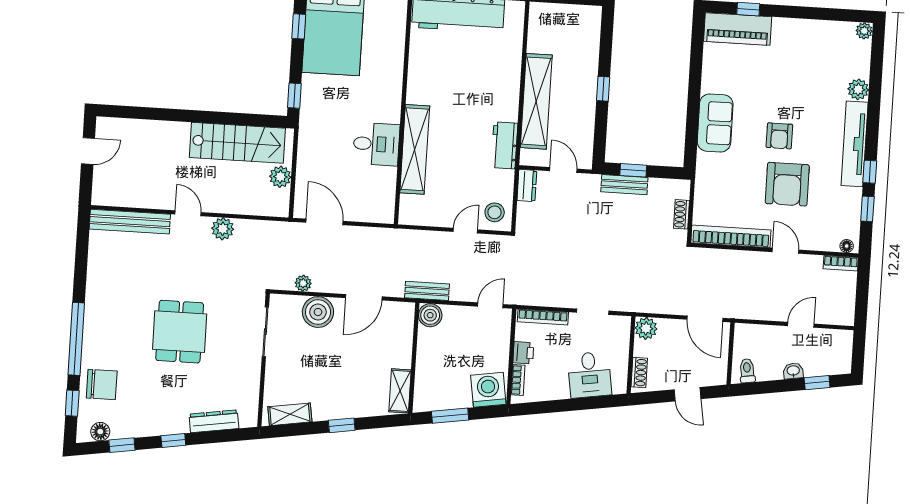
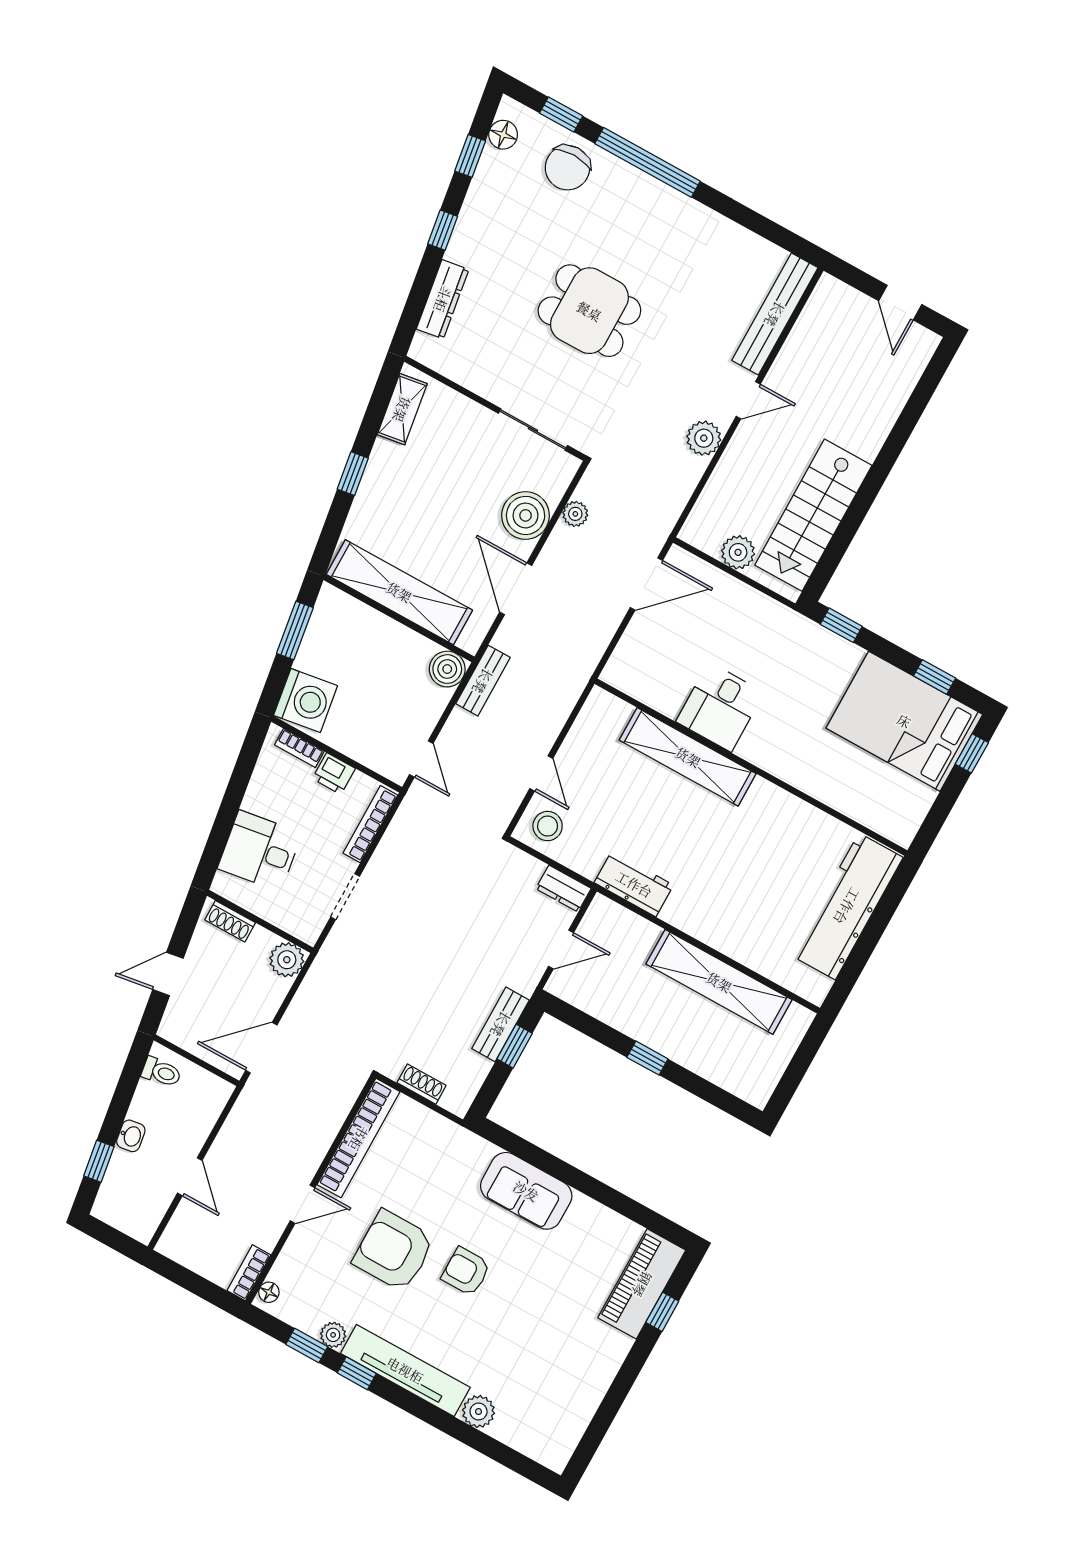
plant: (864, 31) -> (333, 1335), moved
shelving: (536, 101) -> (719, 982), moved
shelving: (400, 391) -> (399, 592), width x2.20, depth x1.33

